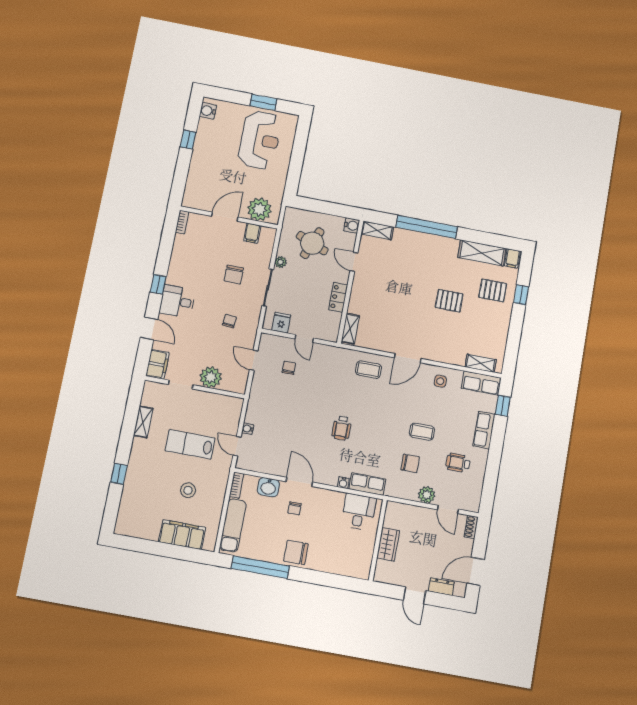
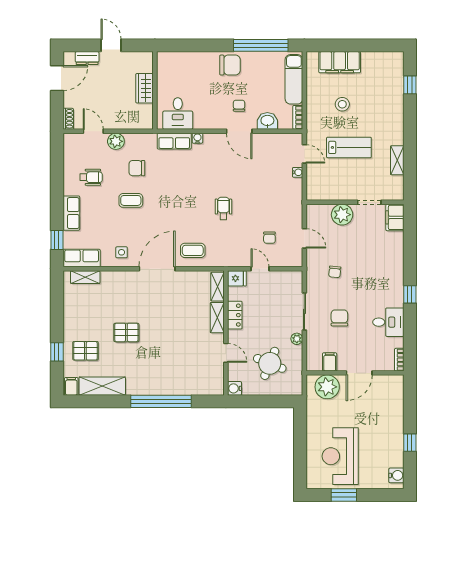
shelving: (377, 230) -> (217, 318), moved, turned 90
desk: (177, 301) -> (388, 322), moved
fridge: (281, 323) -> (237, 278), moved, turned -90
door: (149, 328) -> (410, 250), removed
door: (408, 358) -> (157, 269), width x1.36
wheelchair: (342, 428) -> (223, 208), moved
window: (119, 474) -> (410, 85), moved

